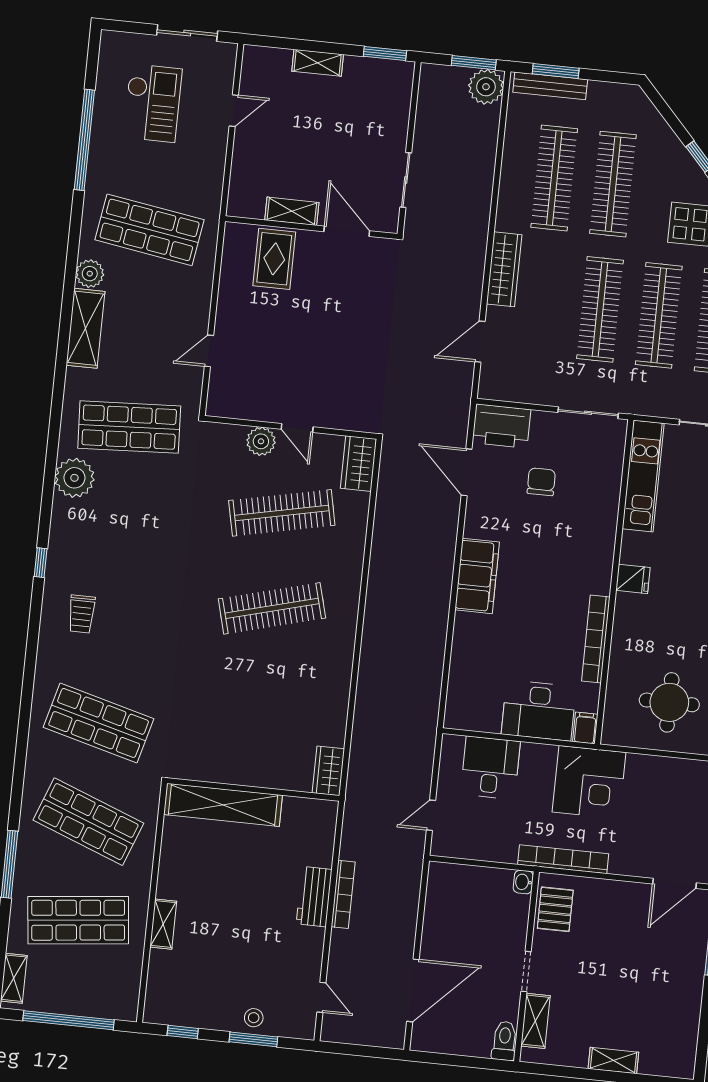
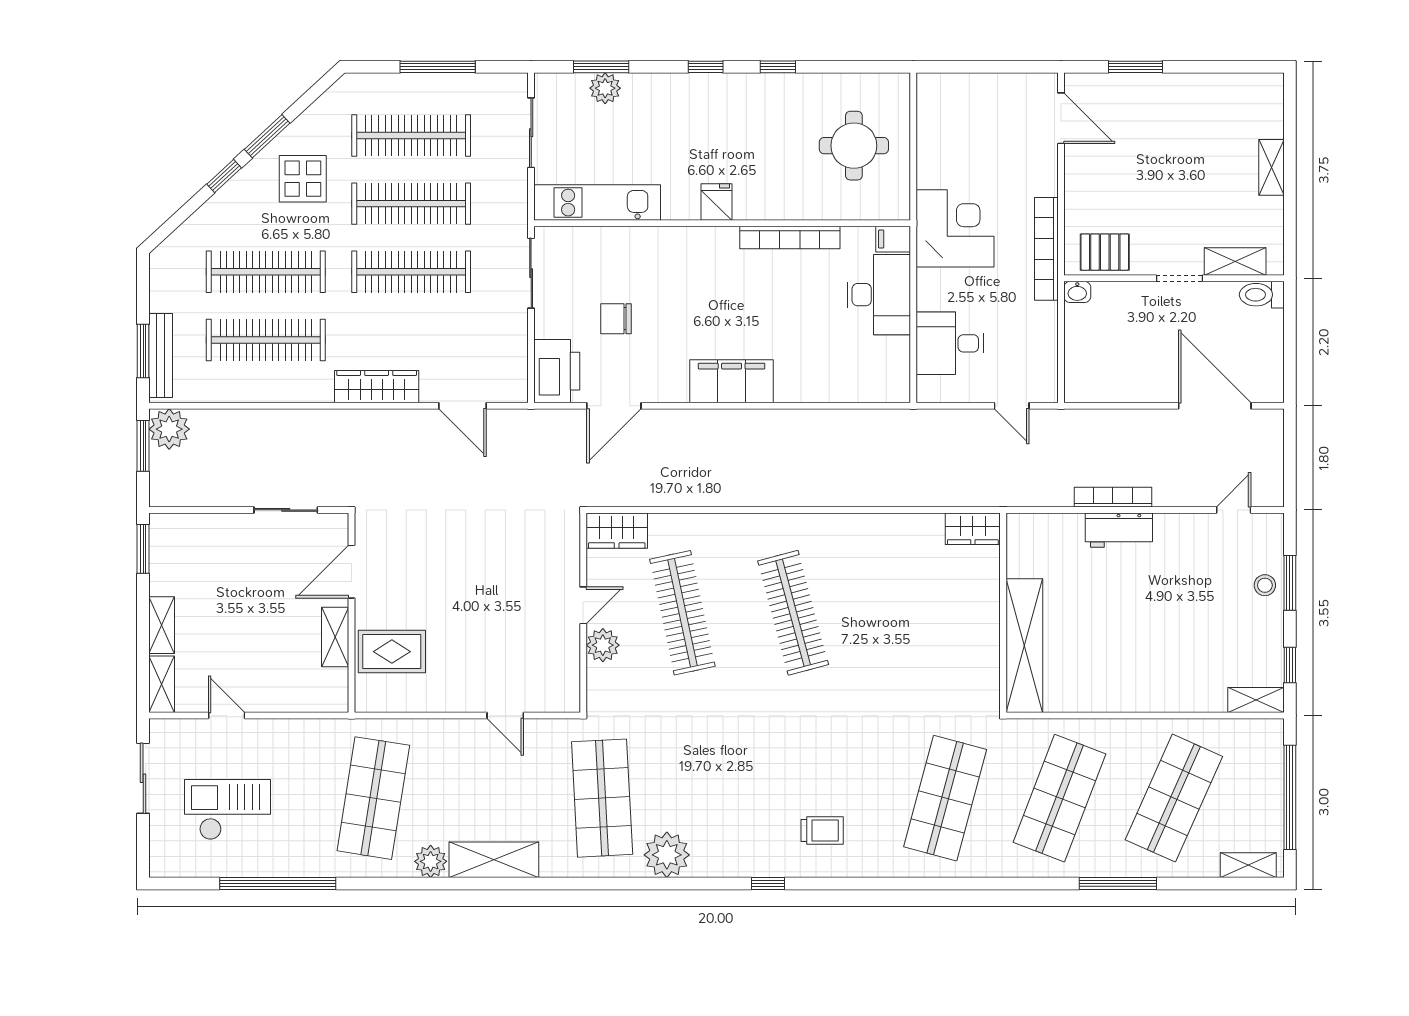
shelving: (267, 57) -> (162, 684), added
shop shelf: (78, 920) -> (1174, 798), turned 30
shelving: (163, 924) -> (1256, 700), moved

